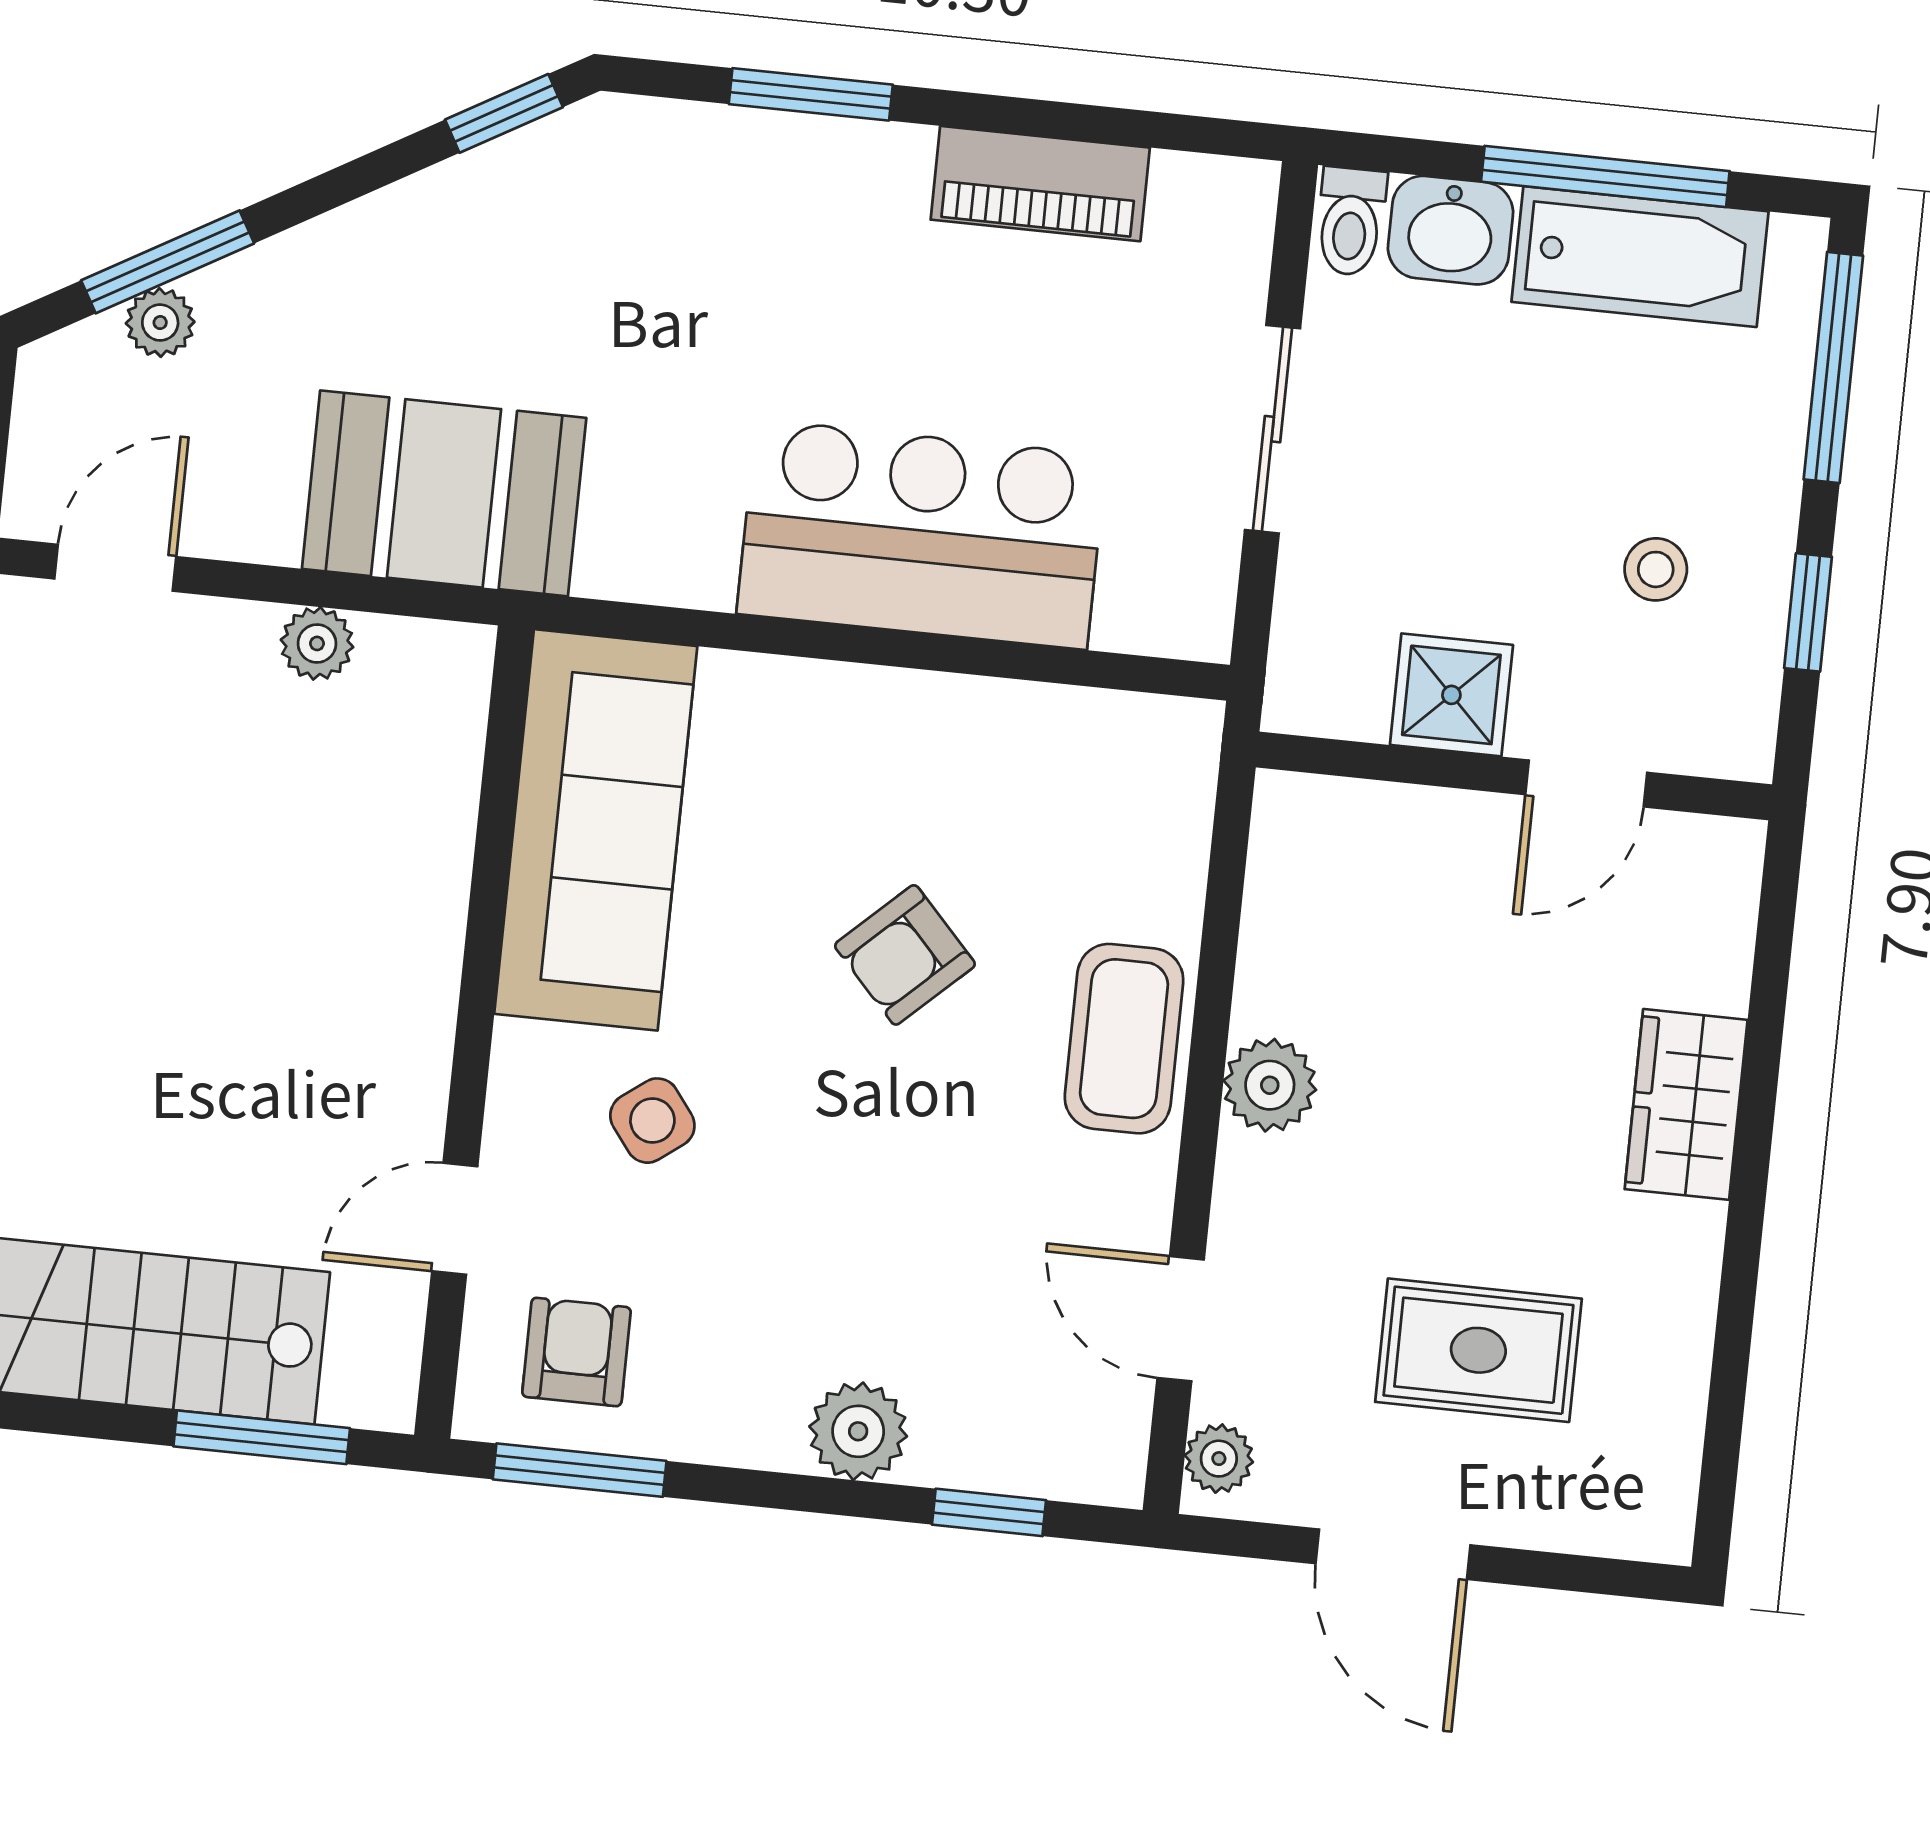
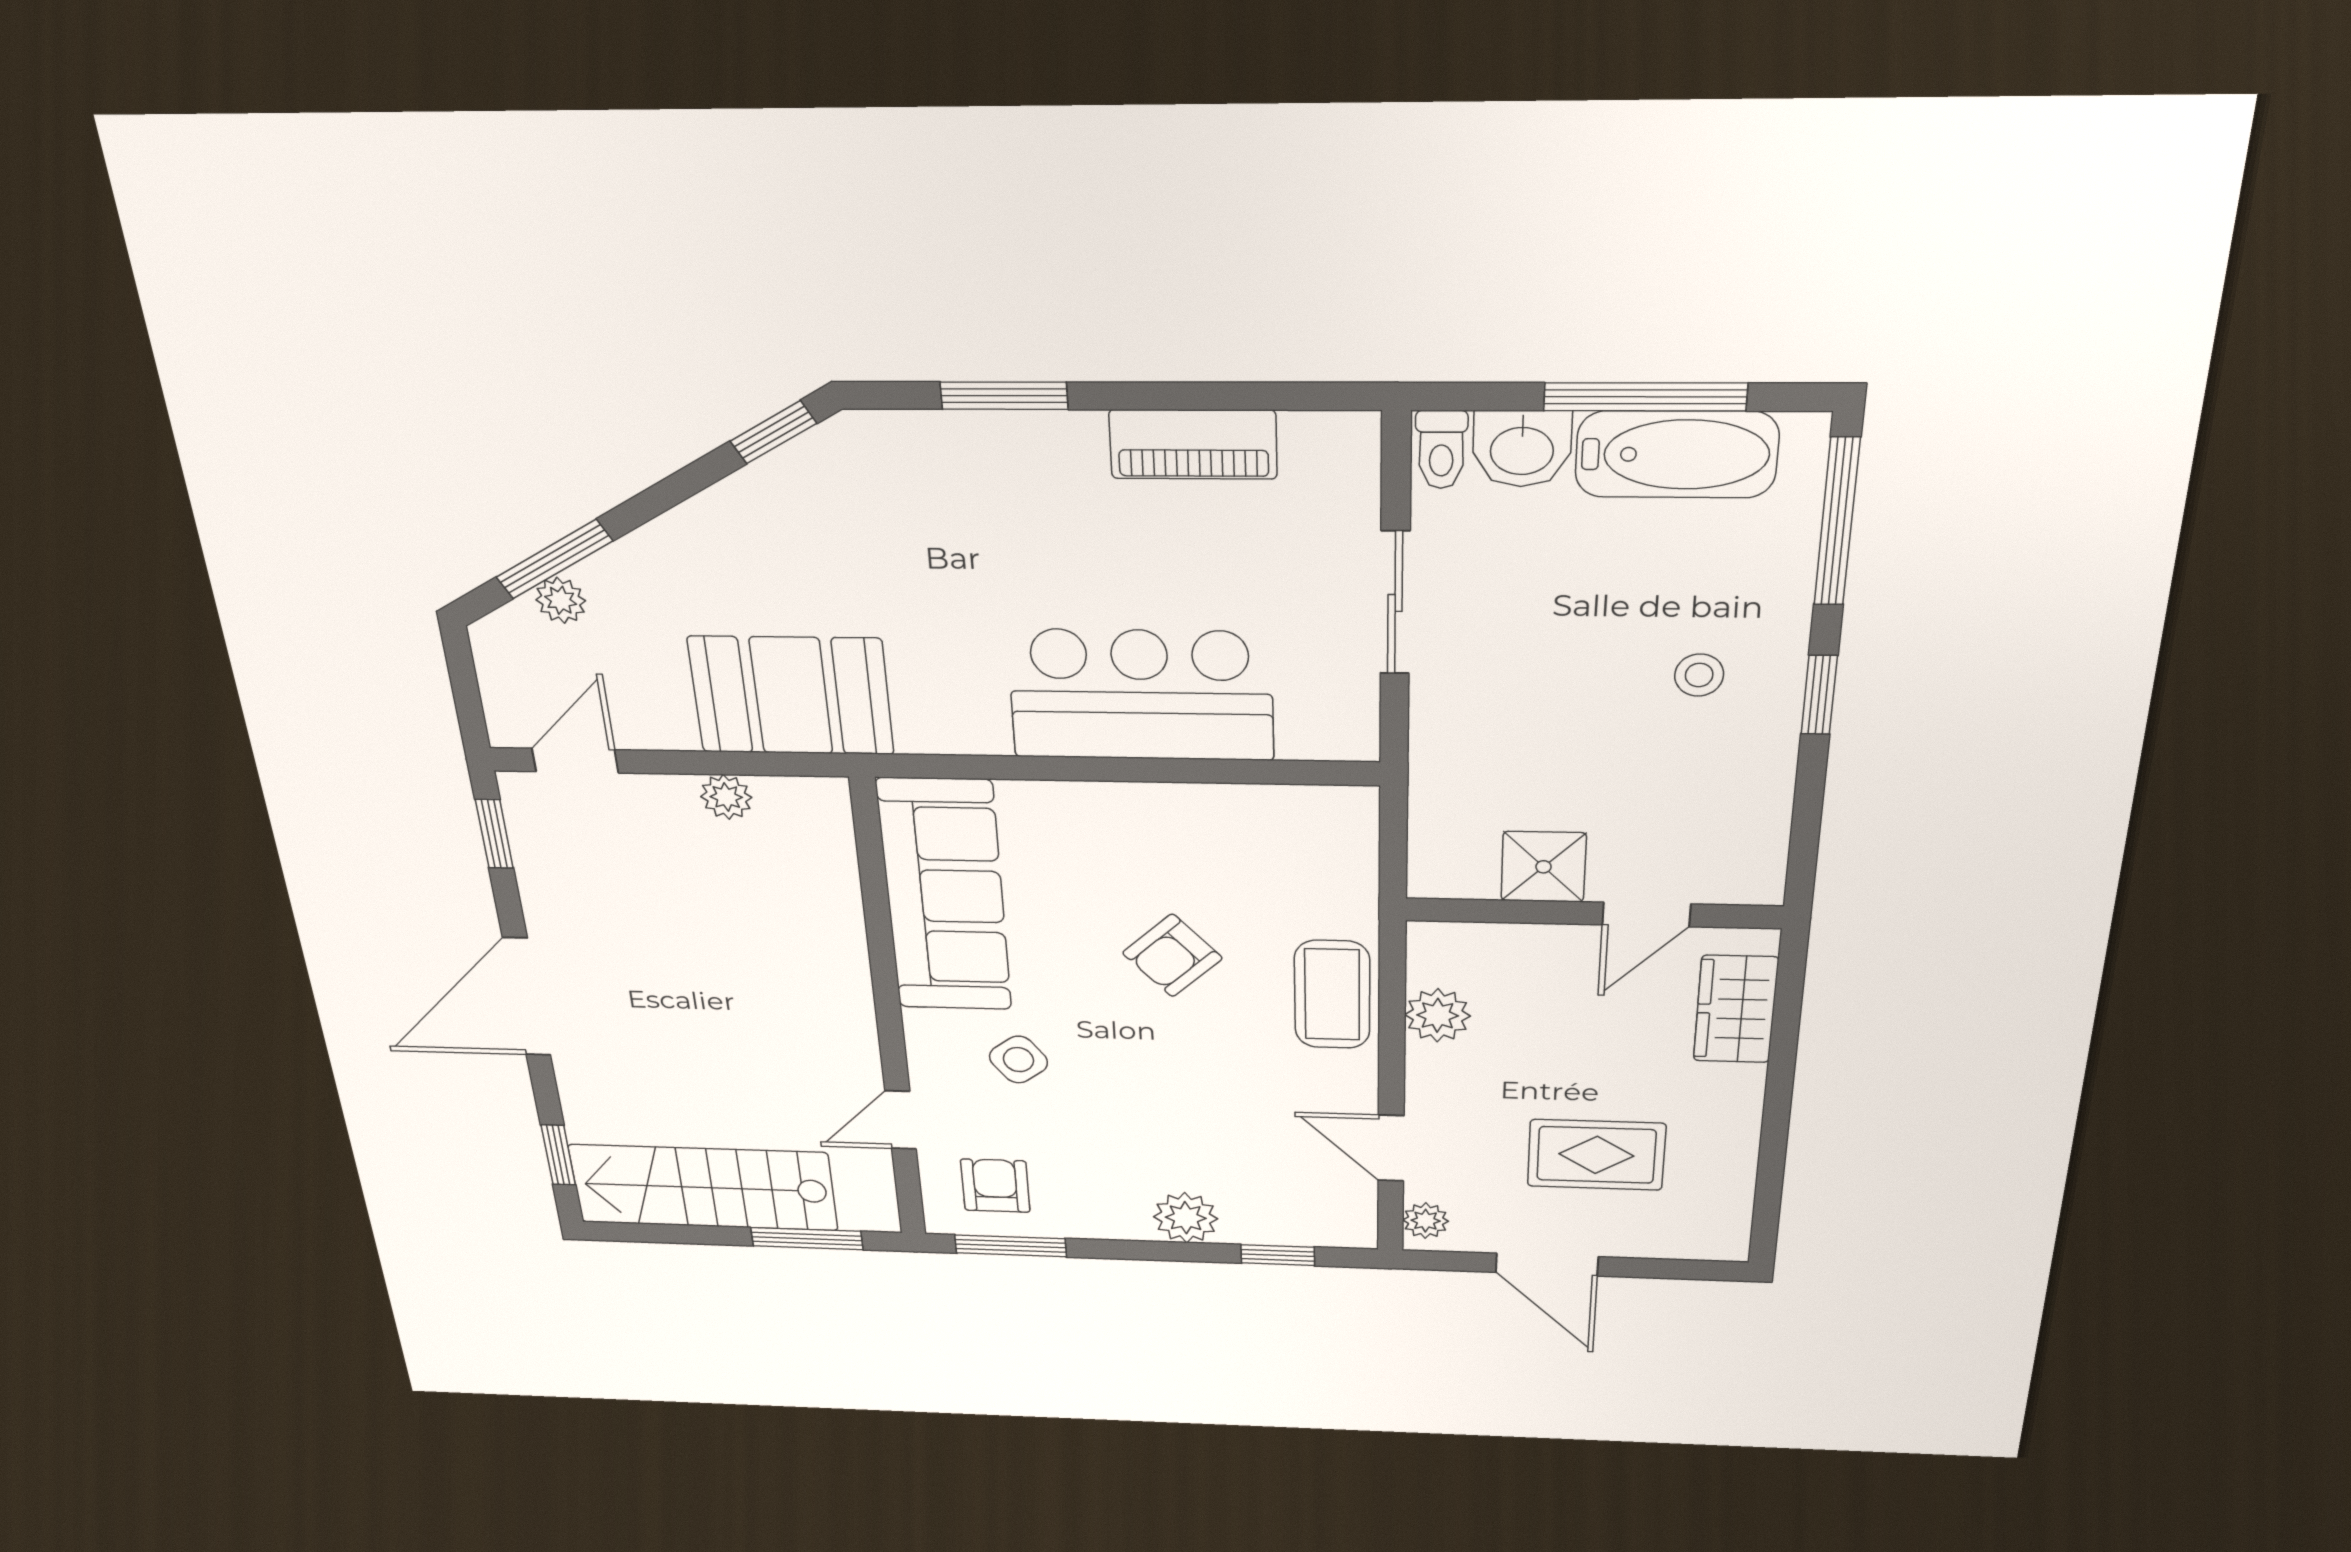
shower: (1451, 695) -> (1544, 867), moved
wall: (1514, 776) -> (1593, 913), moved
door: (1586, 783) -> (1646, 914), moved

